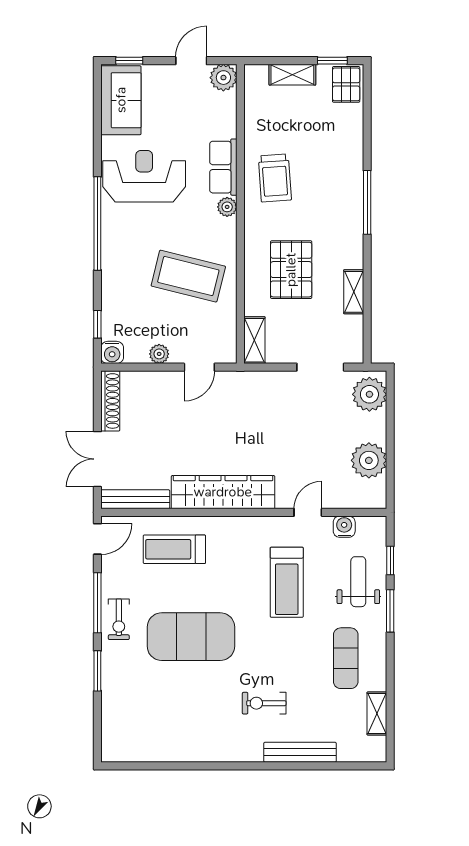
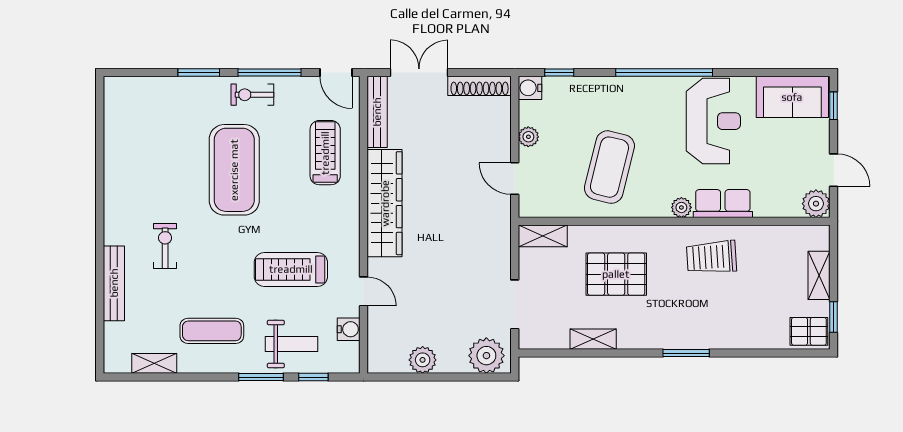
window: (367, 202) -> (686, 353), width x0.69
plant: (369, 460) -> (423, 360), width x0.73, depth x0.73

